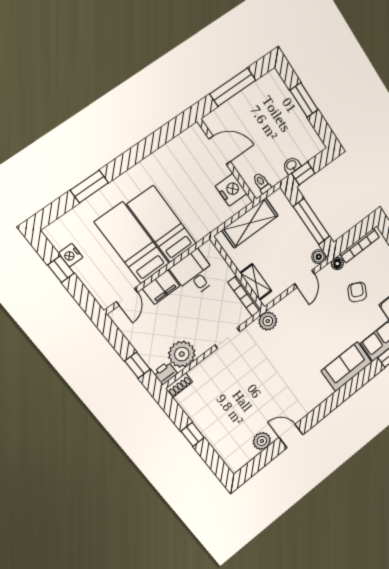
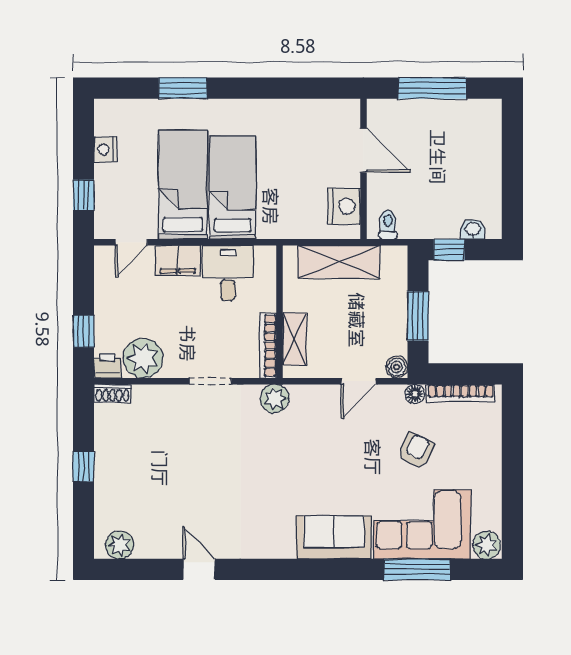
window: (304, 100) -> (512, 162), removed
washbasin: (292, 165) -> (473, 229), moved
window: (311, 221) -> (418, 316), width x0.69
window: (61, 269) -> (83, 195), moved
plant: (262, 441) -> (120, 545), moved

